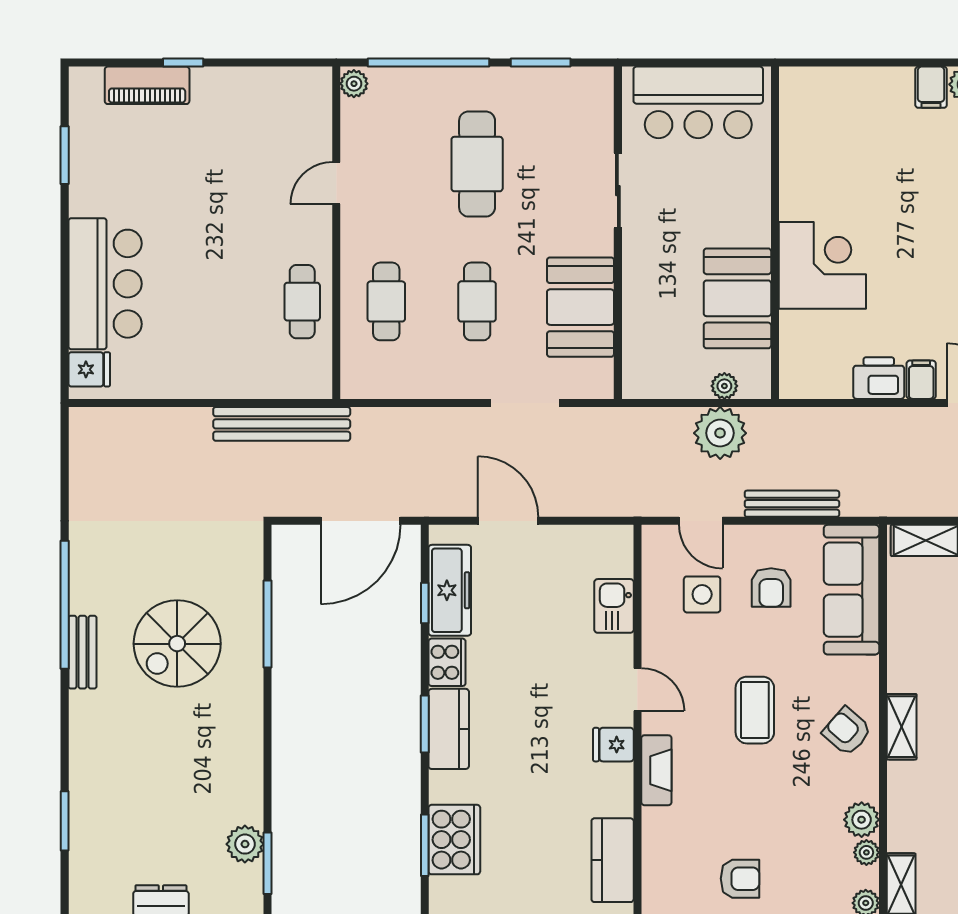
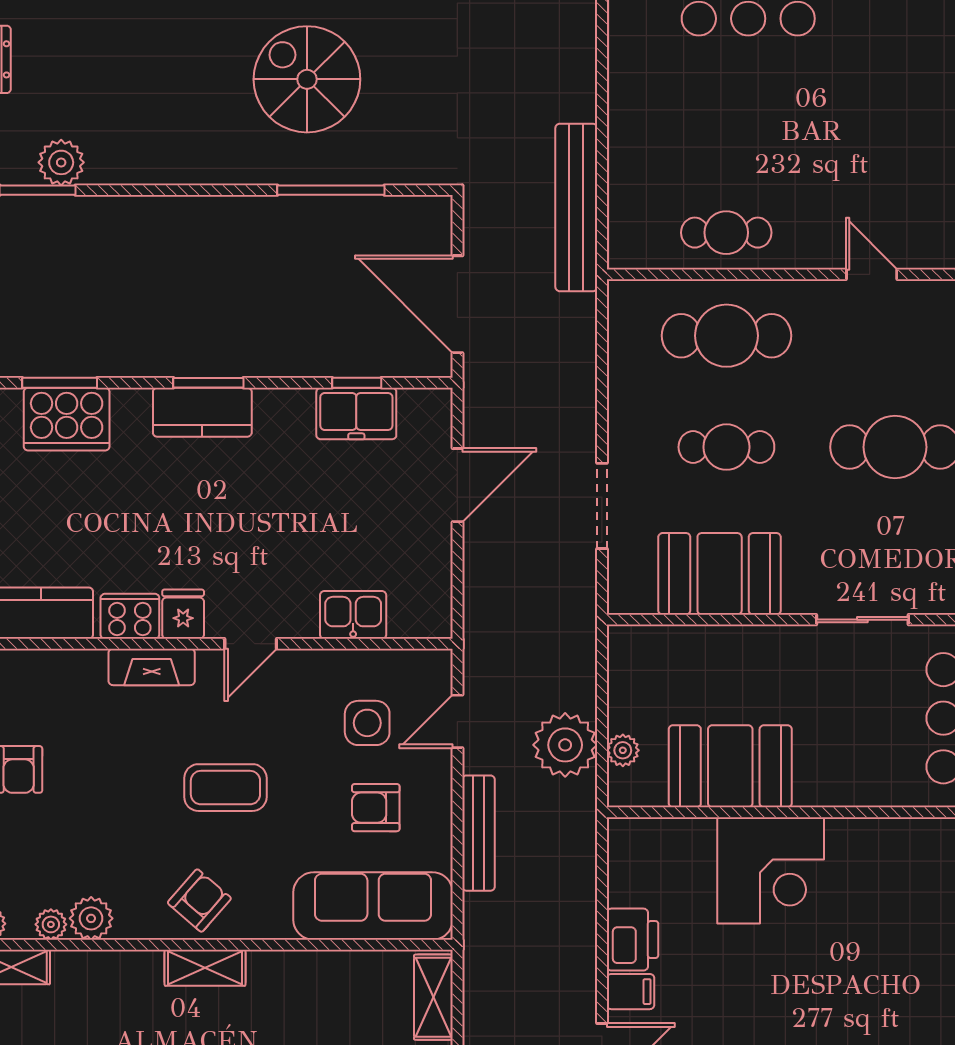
cafe table: (386, 301) -> (726, 336), width x1.37, depth x1.35
freezer: (450, 590) -> (356, 414), width x0.71
cooker: (447, 662) -> (130, 616), moved, turned 180

